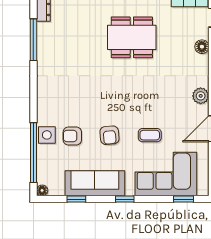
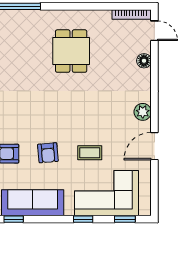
dining table: (132, 37) -> (71, 51), width x0.73
window: (125, 199) -> (83, 219), moved

